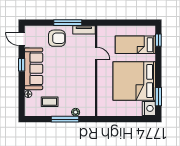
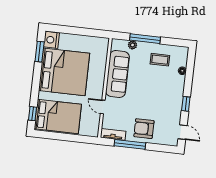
bed: (135, 45) -> (58, 117), width x1.50
sofa: (34, 69) -> (117, 74), moved, turned 180

